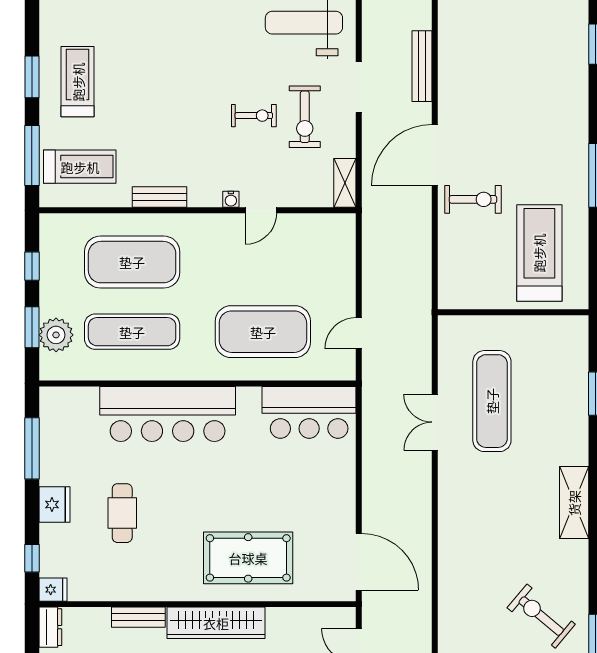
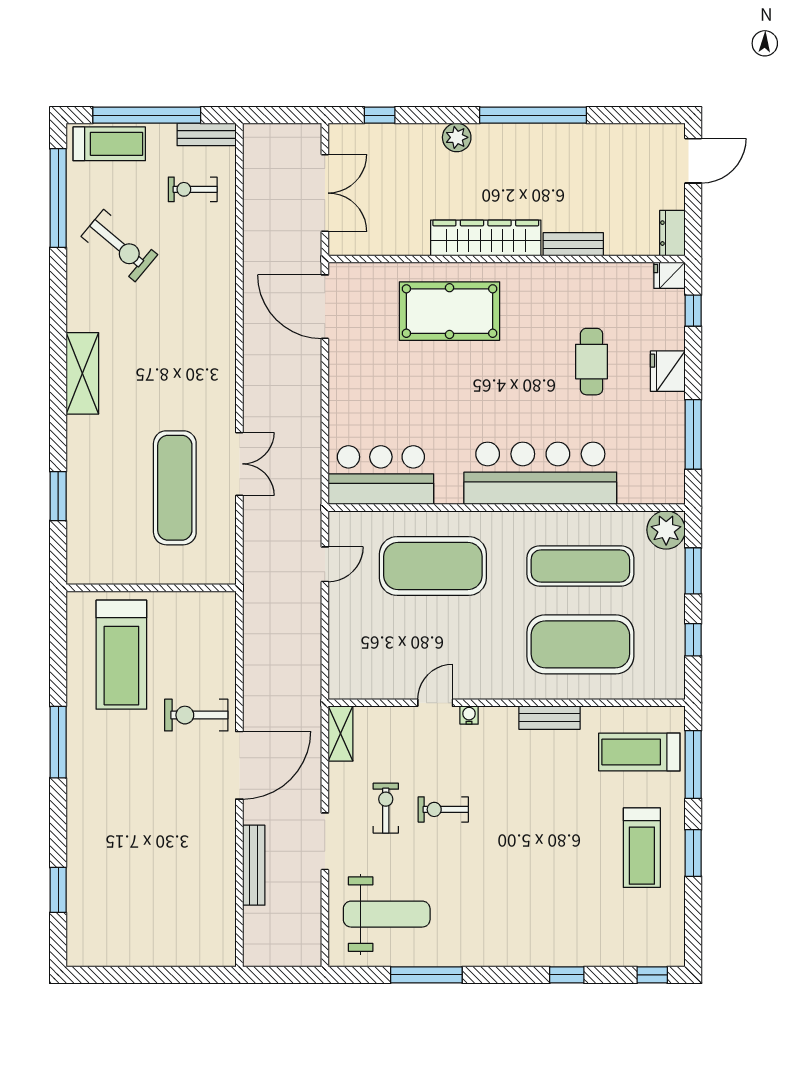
exercise bike: (305, 117) -> (386, 808), width x0.73, depth x0.72
plant: (56, 335) -> (666, 530), moved

